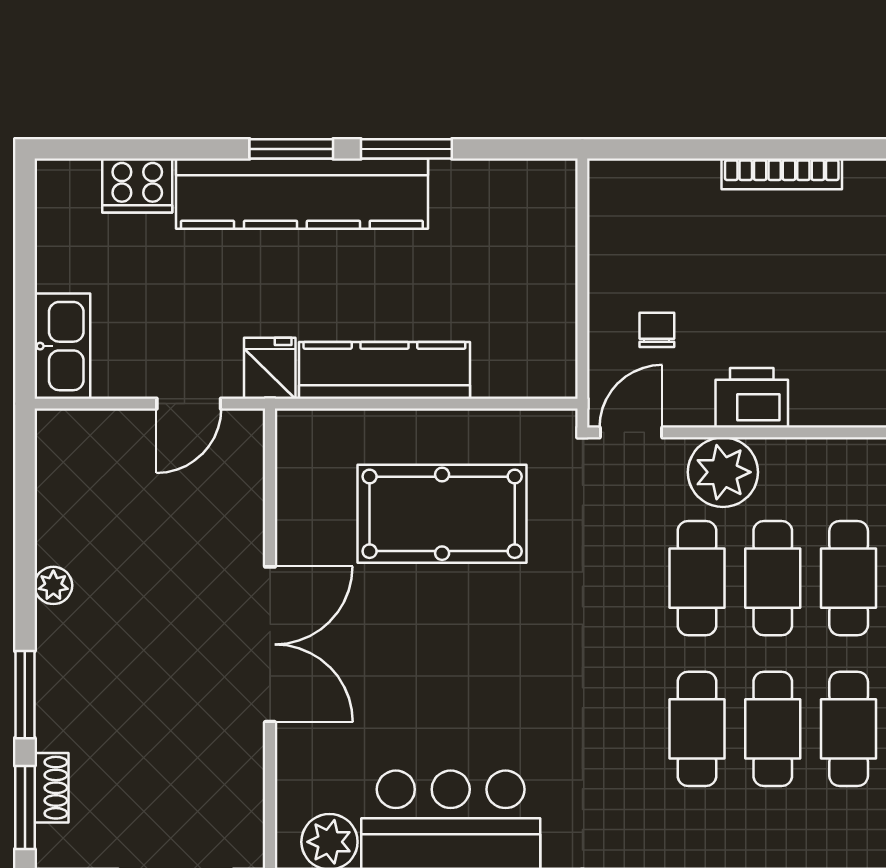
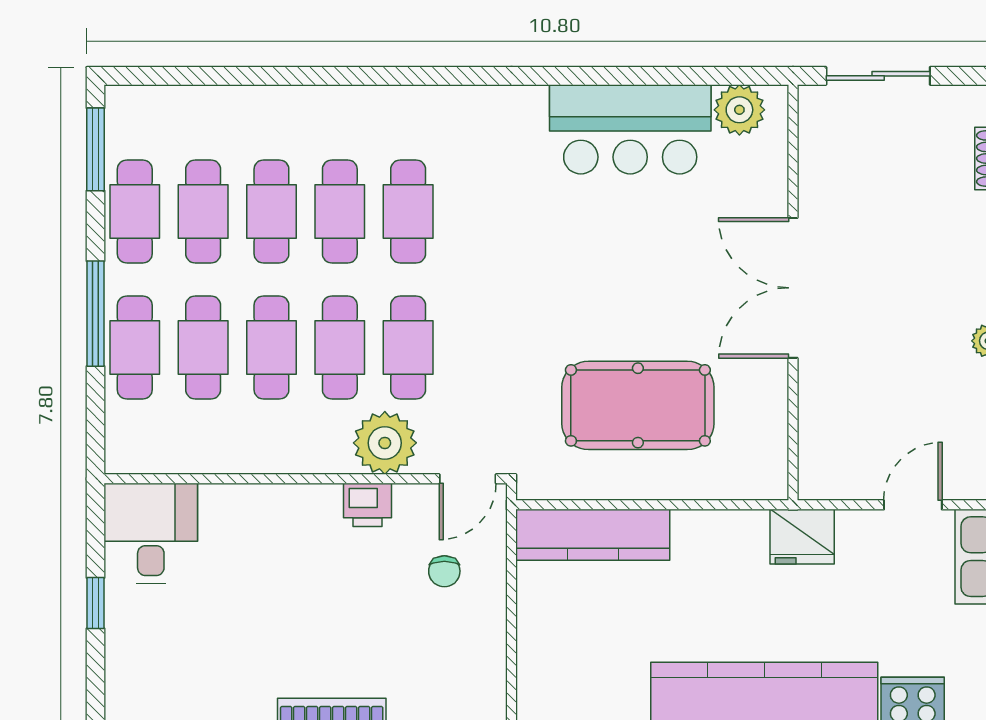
fridge: (270, 368) -> (802, 537), width x1.38
kitchen counter: (384, 370) -> (593, 535), moved
printer: (752, 398) -> (367, 505), width x0.73, depth x0.81
door: (189, 404) -> (913, 505), moved

